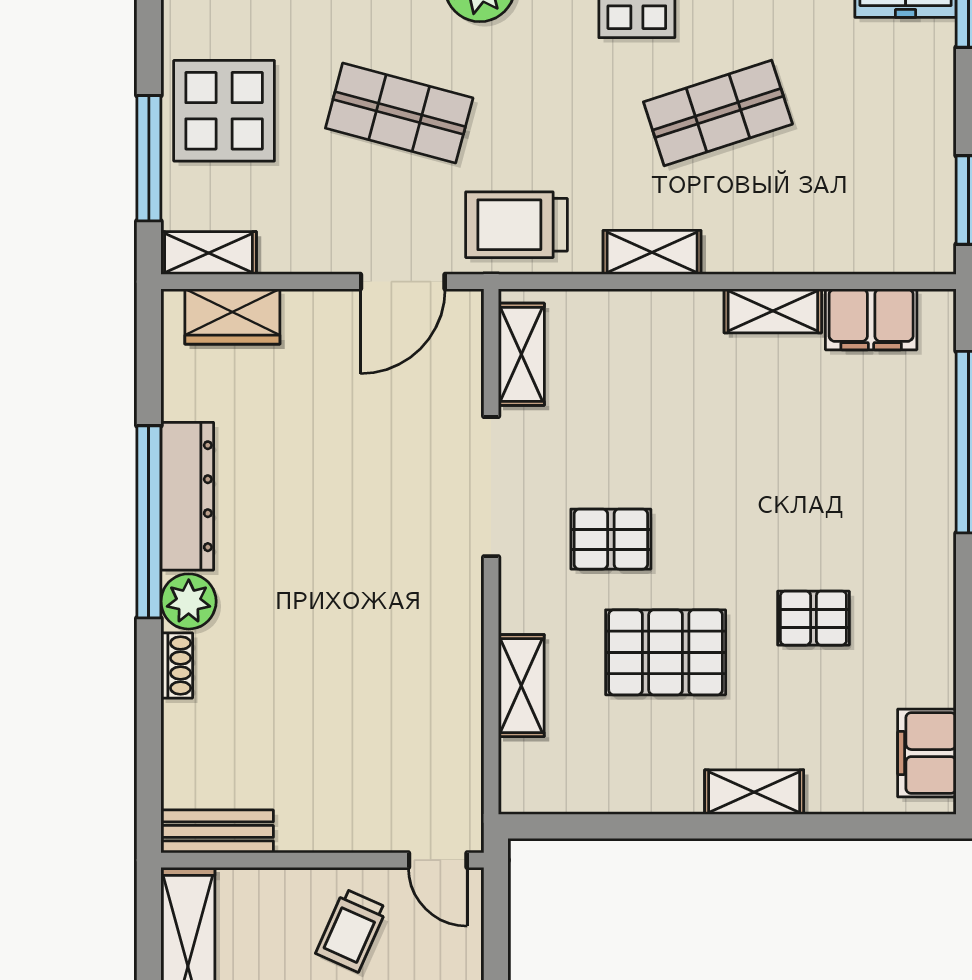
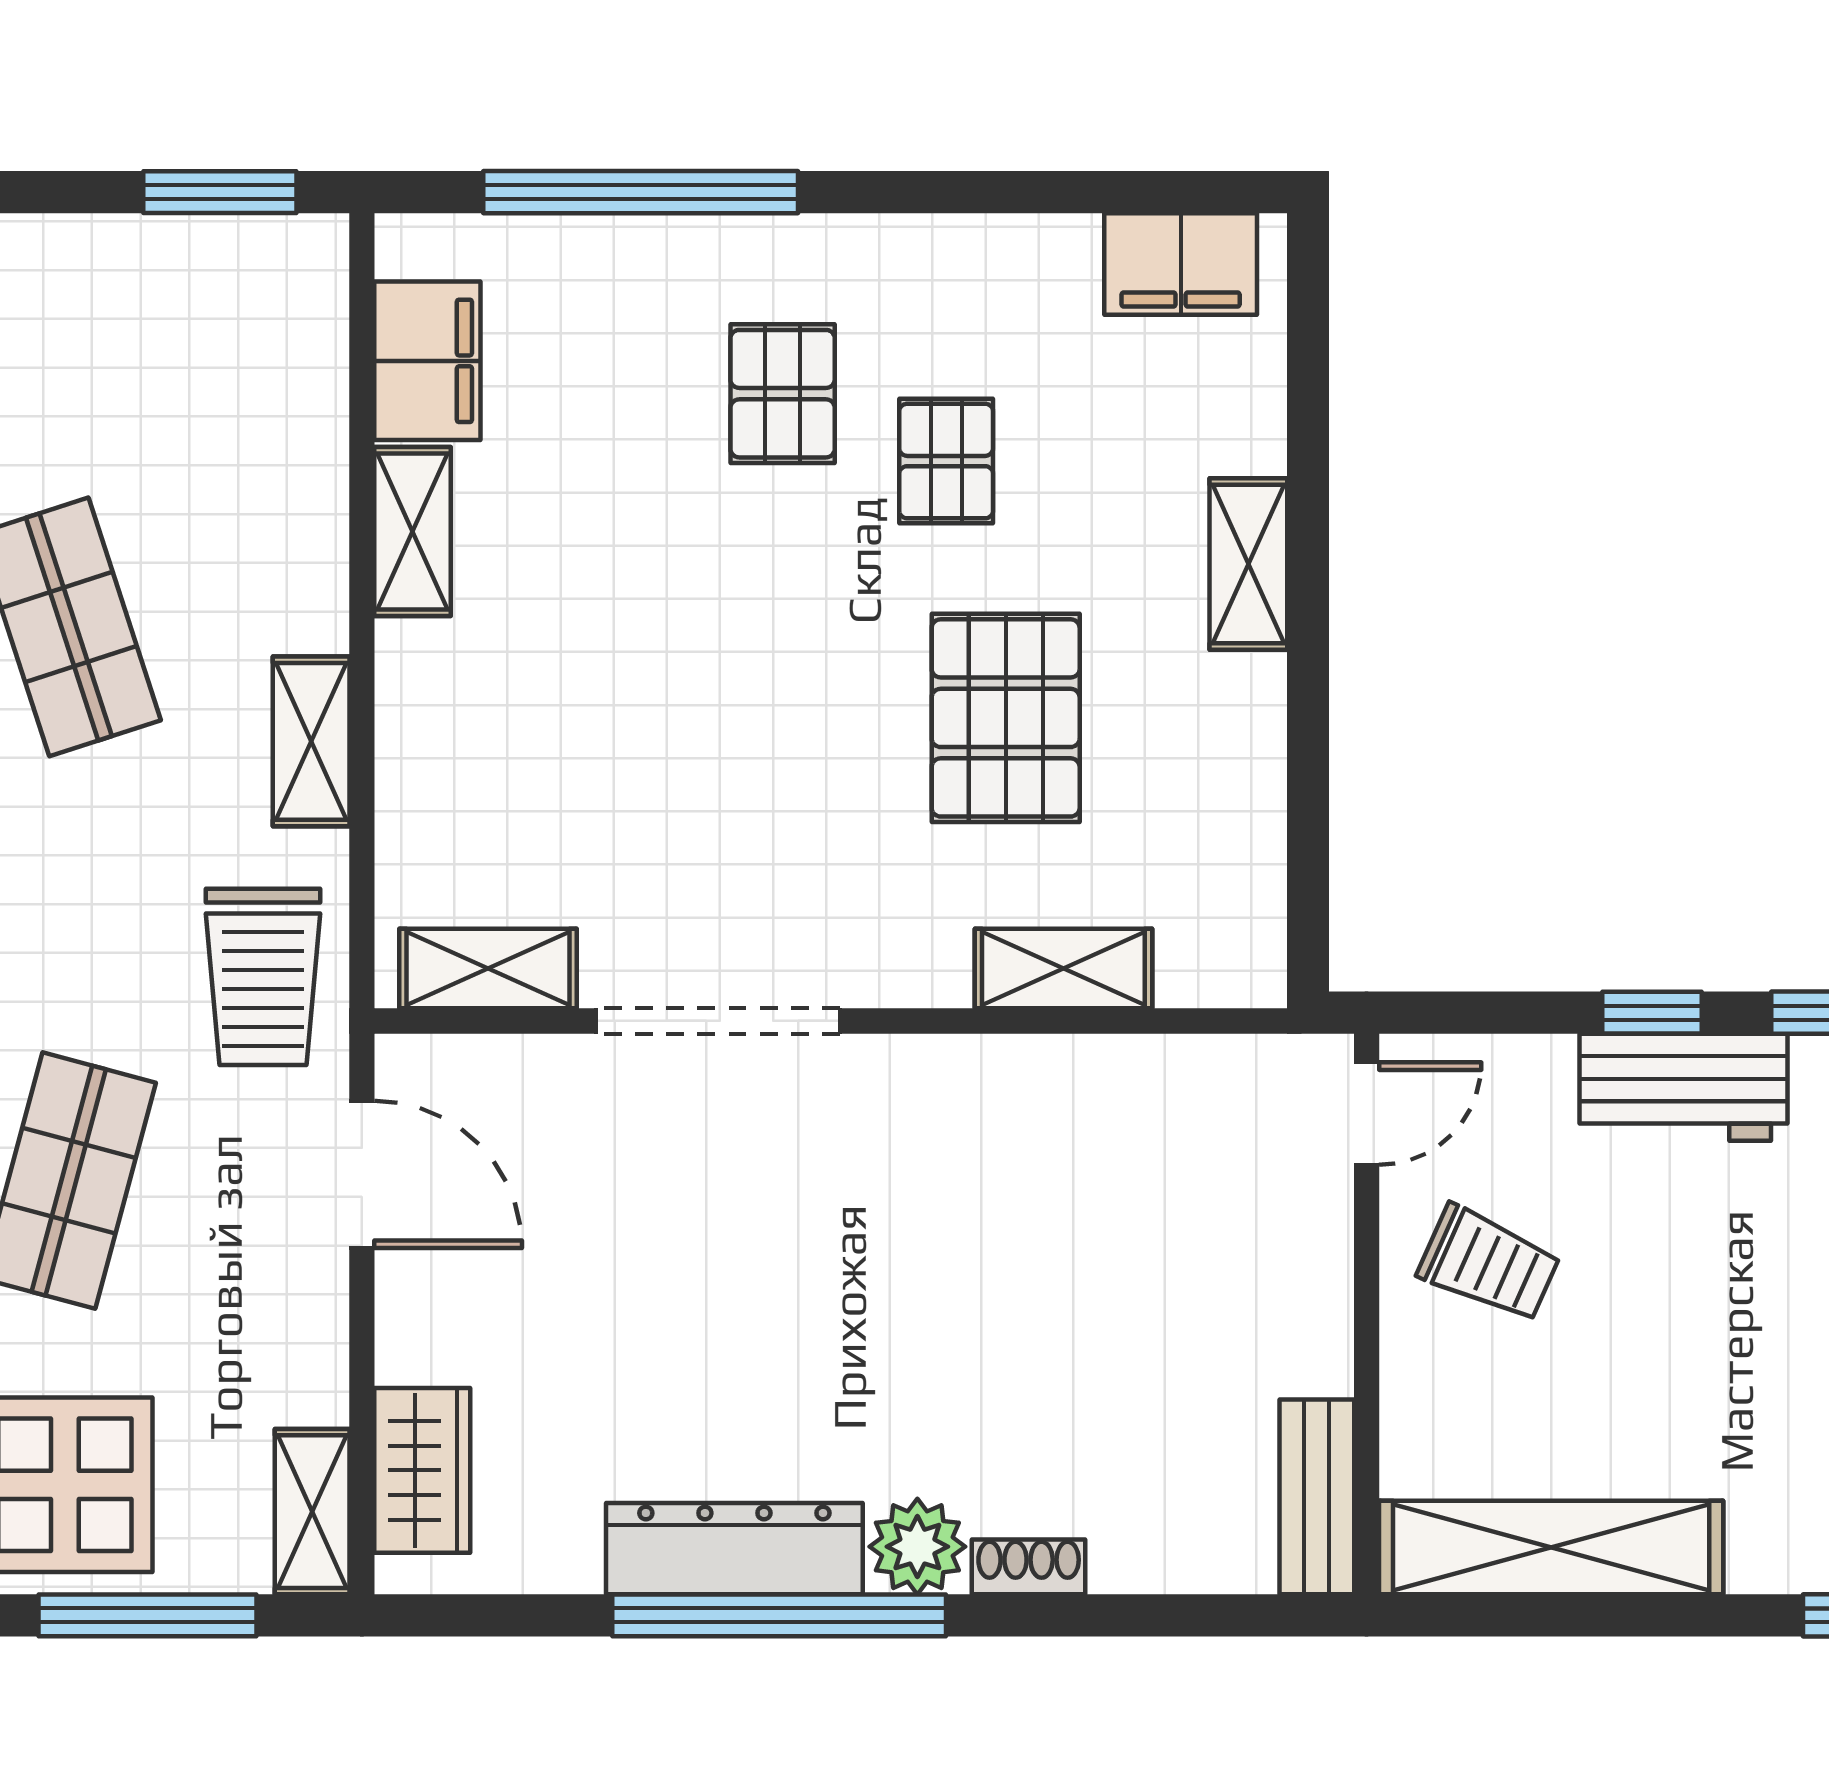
pallet: (611, 539) -> (783, 394), moved

